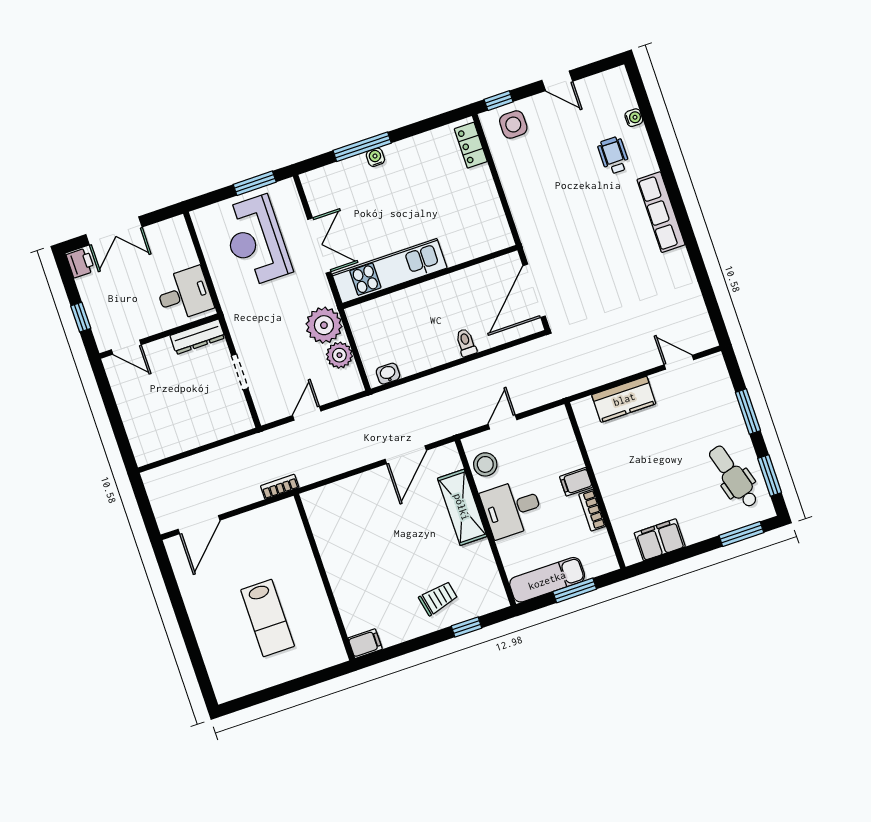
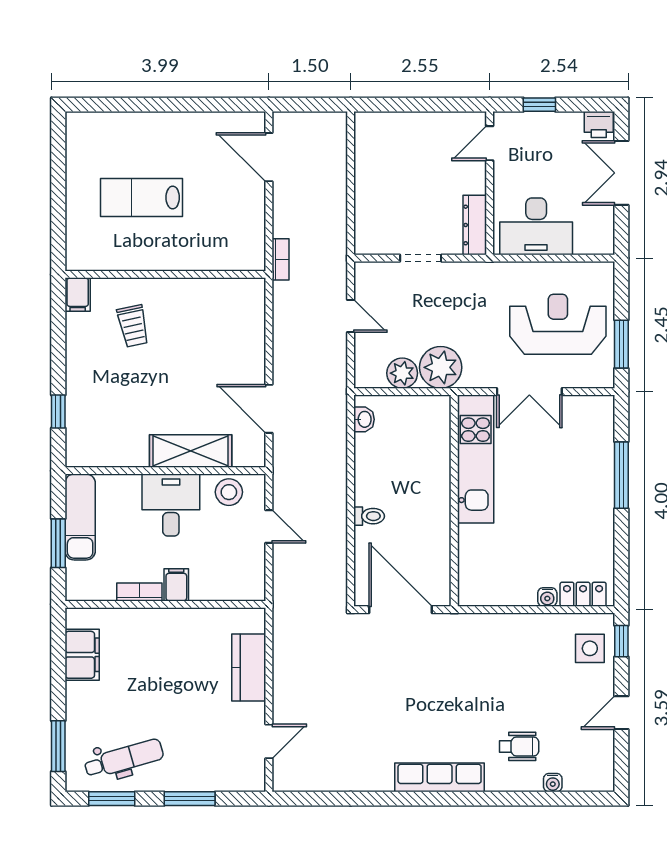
water cooler: (375, 157) -> (547, 597), moved, turned 90
desk: (184, 294) -> (536, 226), width x1.37
trolley: (438, 598) -> (133, 326), moved

